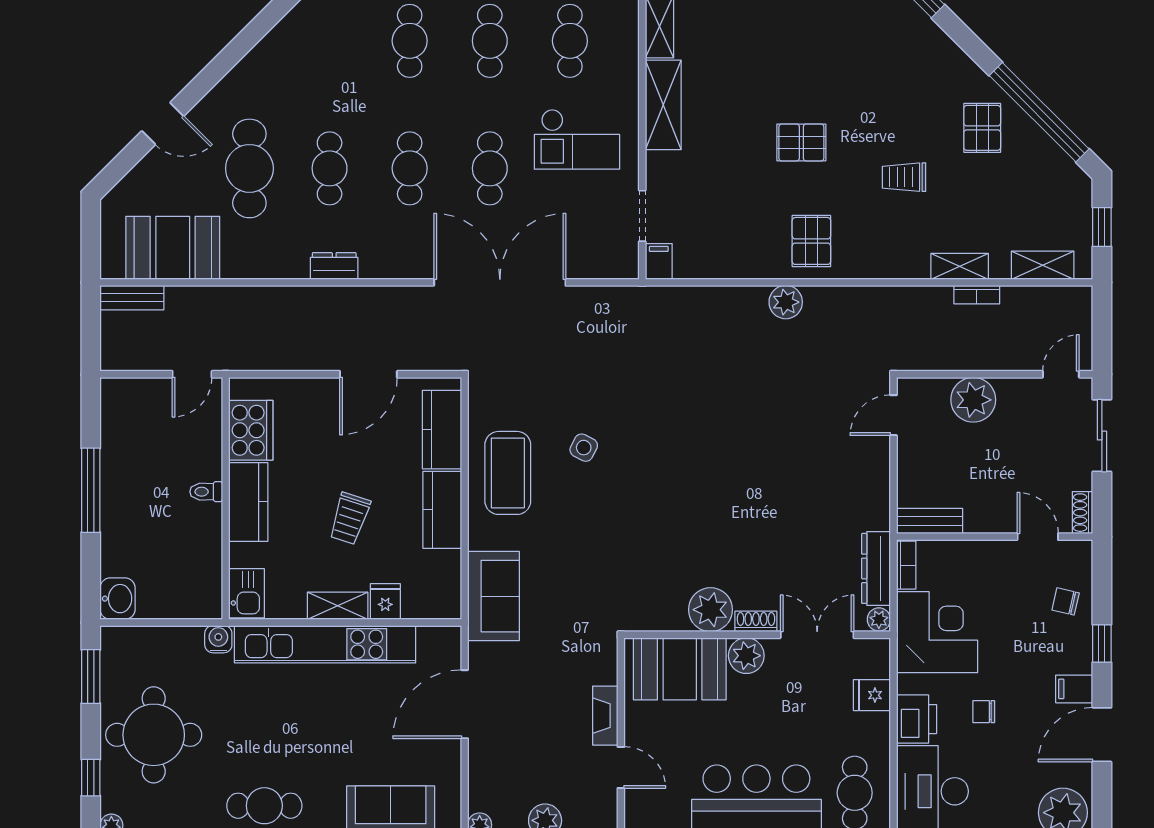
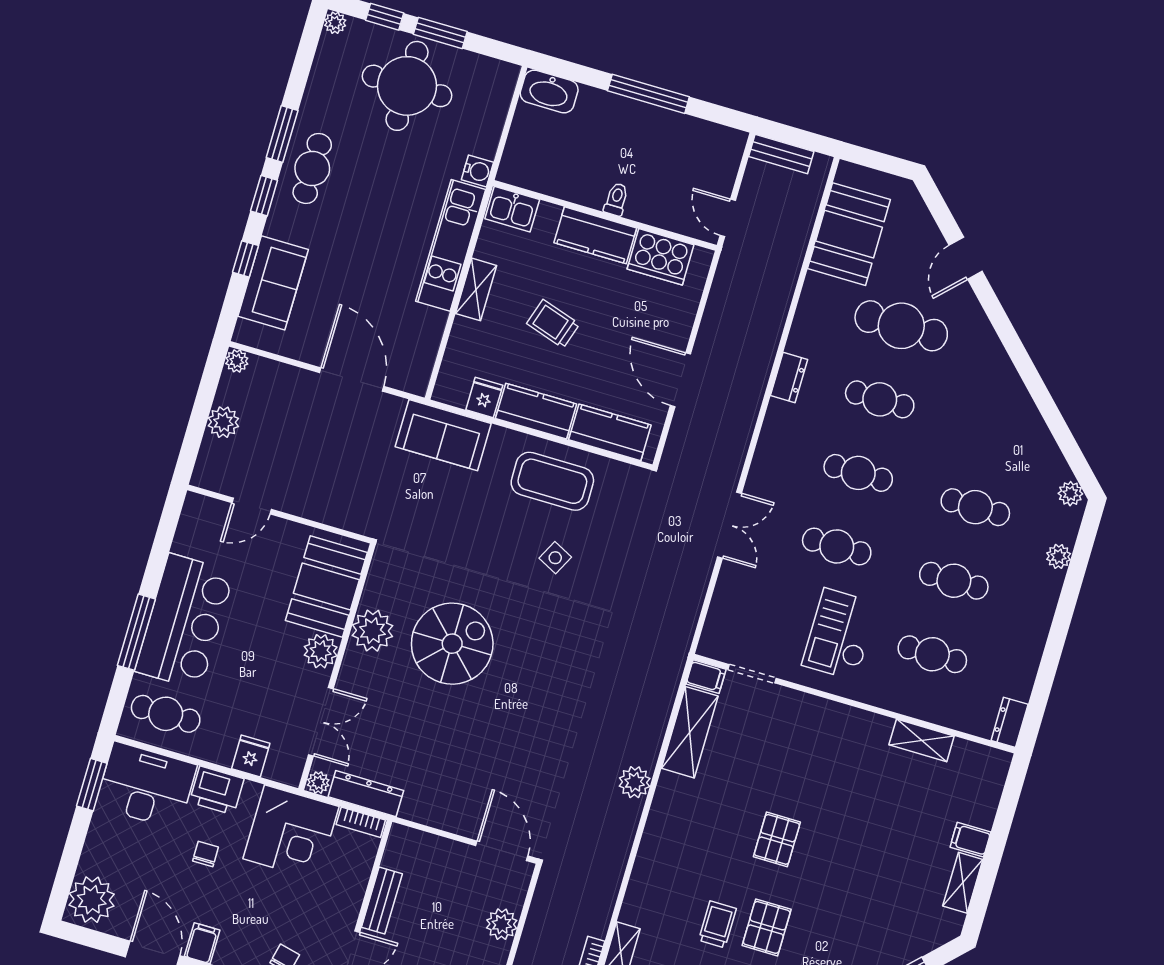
shelving: (663, 105) -> (690, 732), moved, turned 90
pallet: (811, 241) -> (767, 927), moved, turned 90
double door: (500, 282) -> (729, 525), width x0.54
bench: (132, 298) -> (781, 154), moved, turned 90
plant: (973, 400) -> (502, 924), width x0.73, depth x0.73
door: (894, 415) -> (502, 851), width x1.38
bench: (930, 521) -> (382, 900), moved
spiral stairs: (700, 526) -> (452, 644), added
washbasin: (118, 599) -> (549, 91), width x1.38
fridge: (385, 602) -> (484, 397), moved, turned -90
shoe rack: (756, 621) -> (349, 669), removed
kitchen unit: (325, 644) -> (451, 245), width x0.73
window: (91, 676) -> (440, 33), moved
fireplace: (605, 716) -> (303, 506), removed

